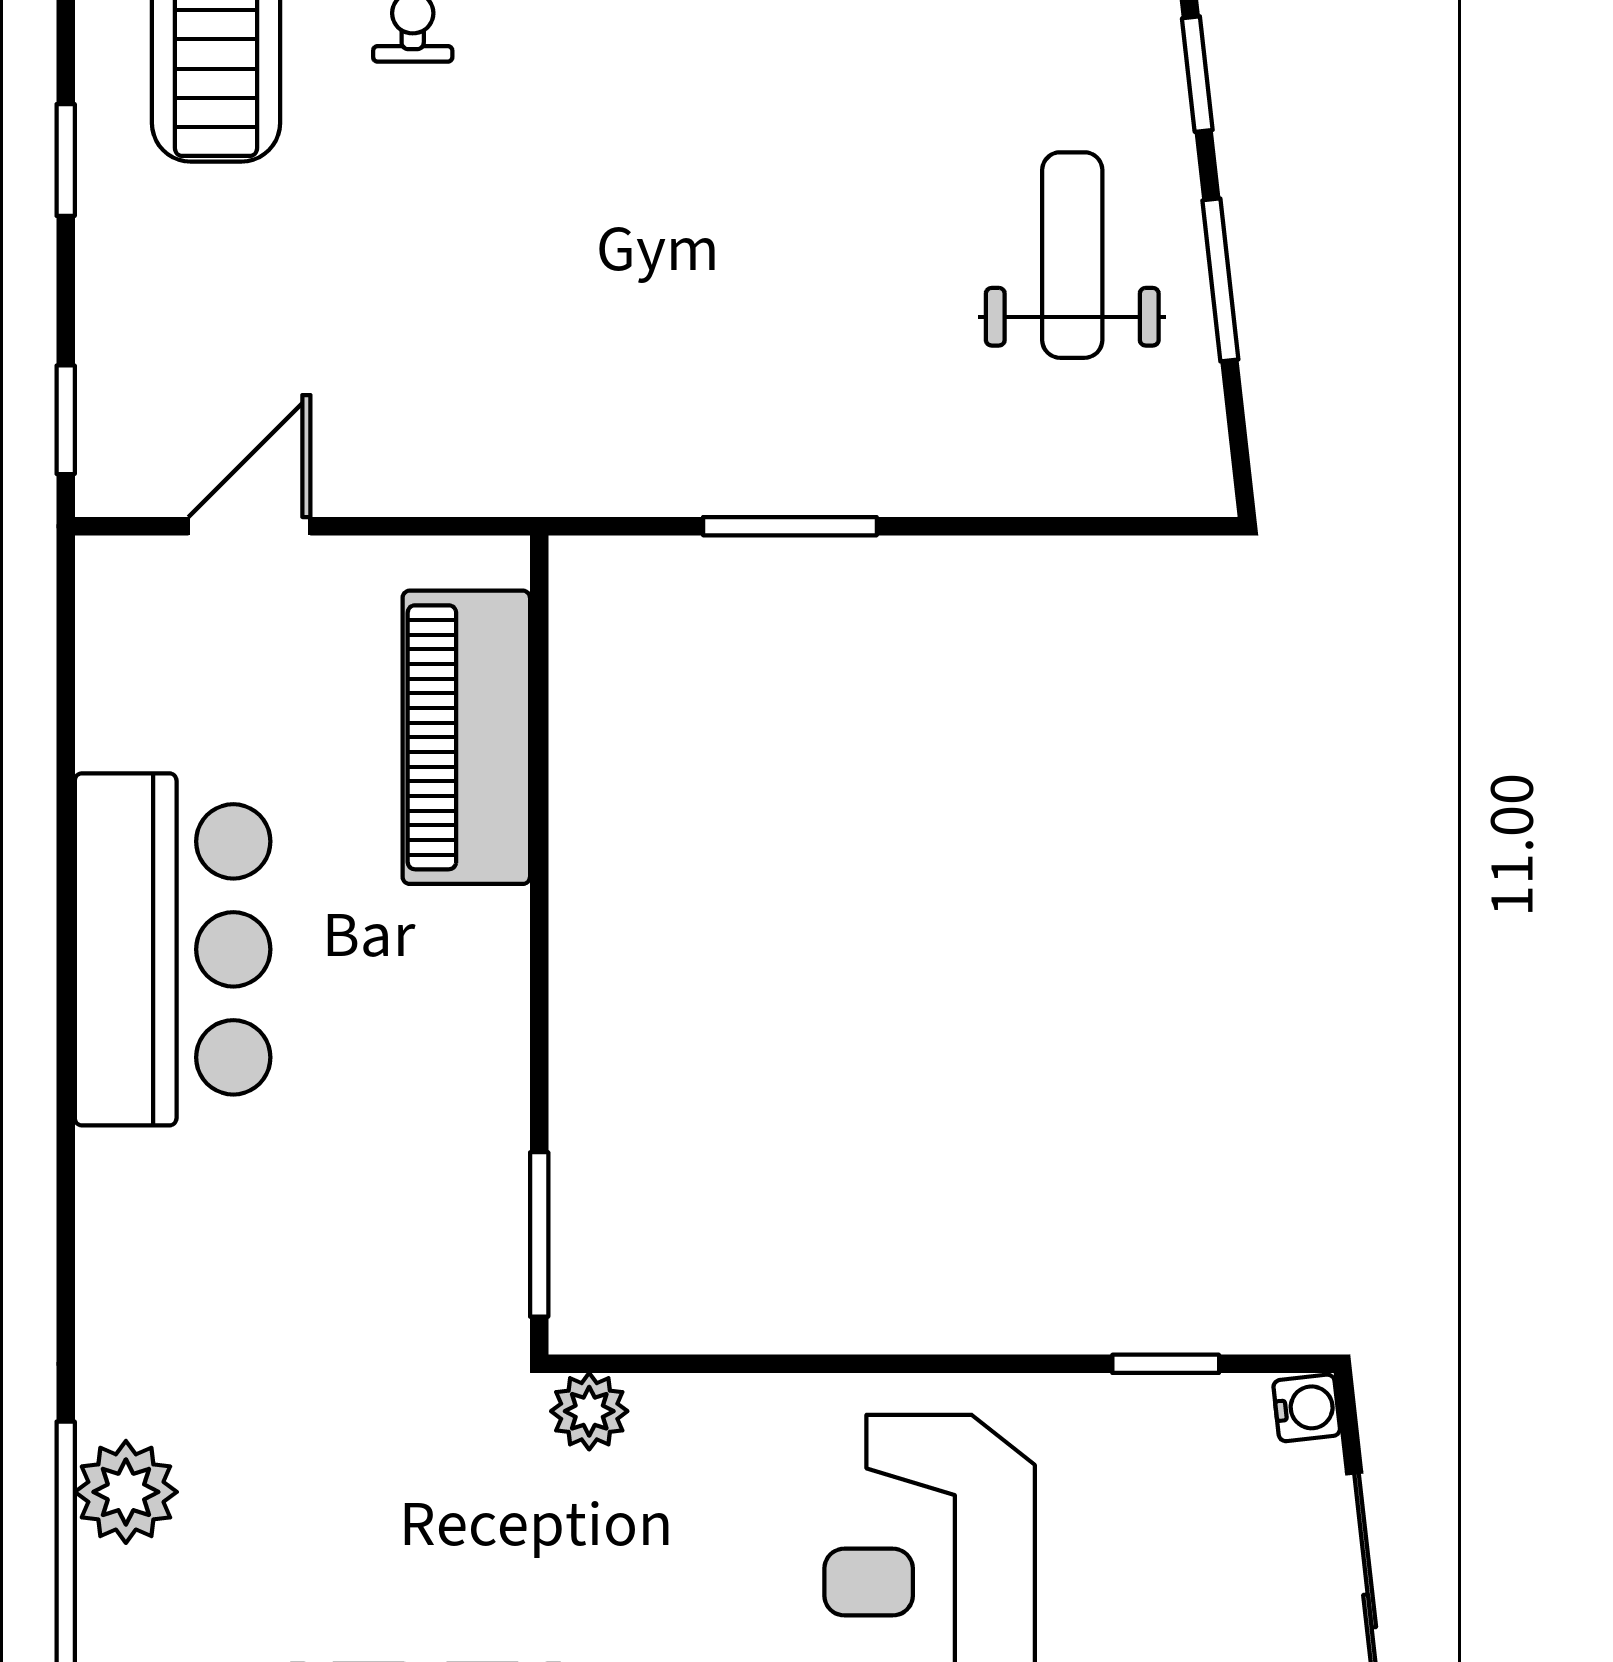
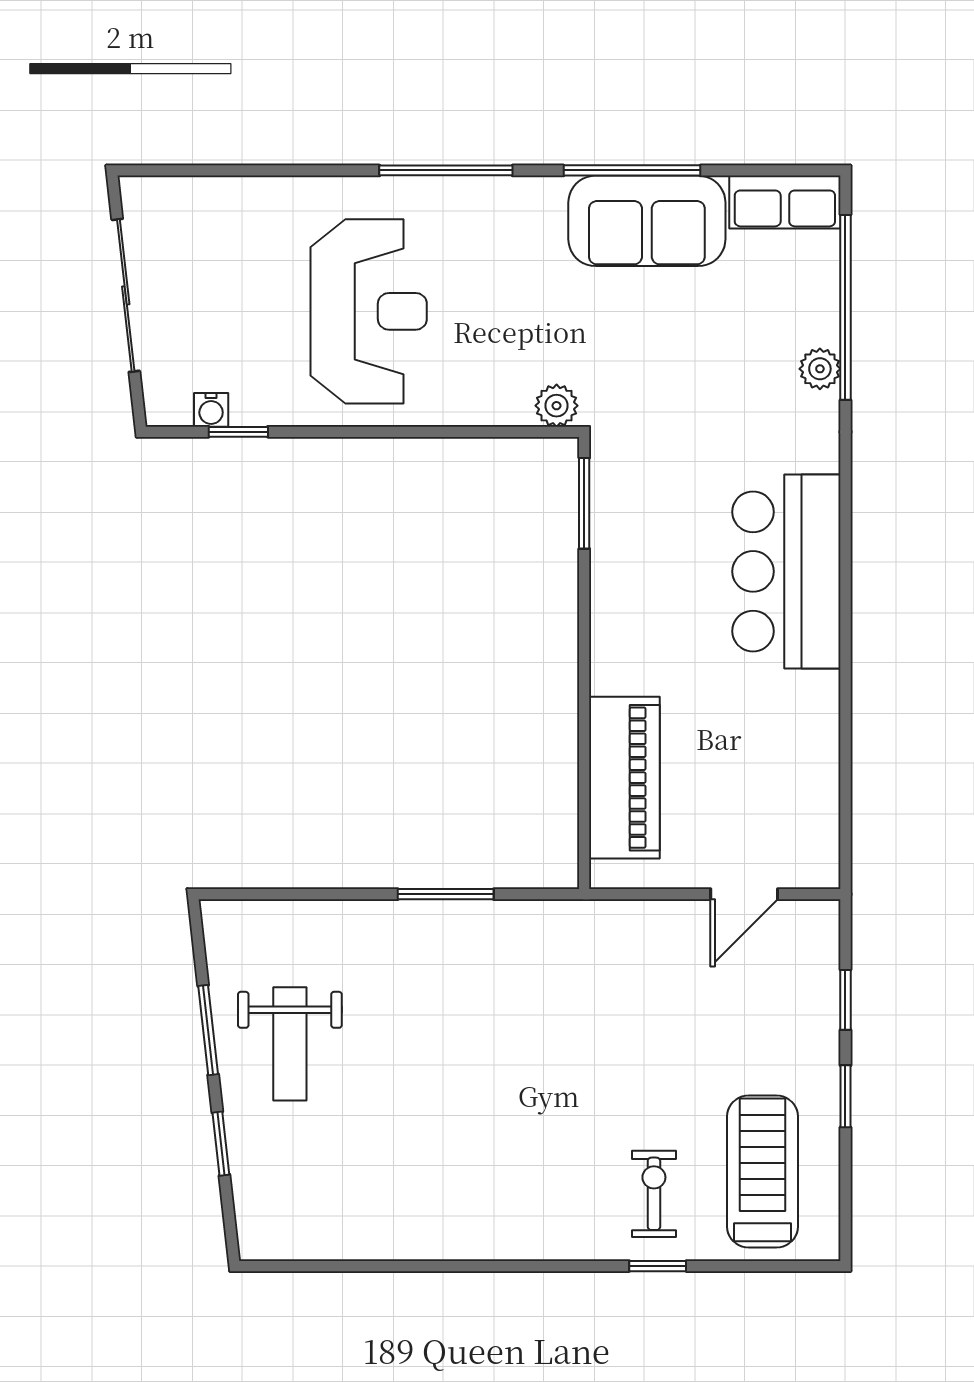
window: (66, 420) -> (845, 1000), moved
bar counter: (173, 949) -> (786, 571), moved
water cooler: (1307, 1408) -> (211, 410), moved, turned -84
plant: (126, 1492) -> (820, 369), width x0.73, depth x0.73

